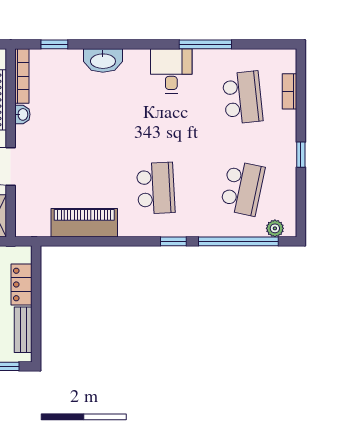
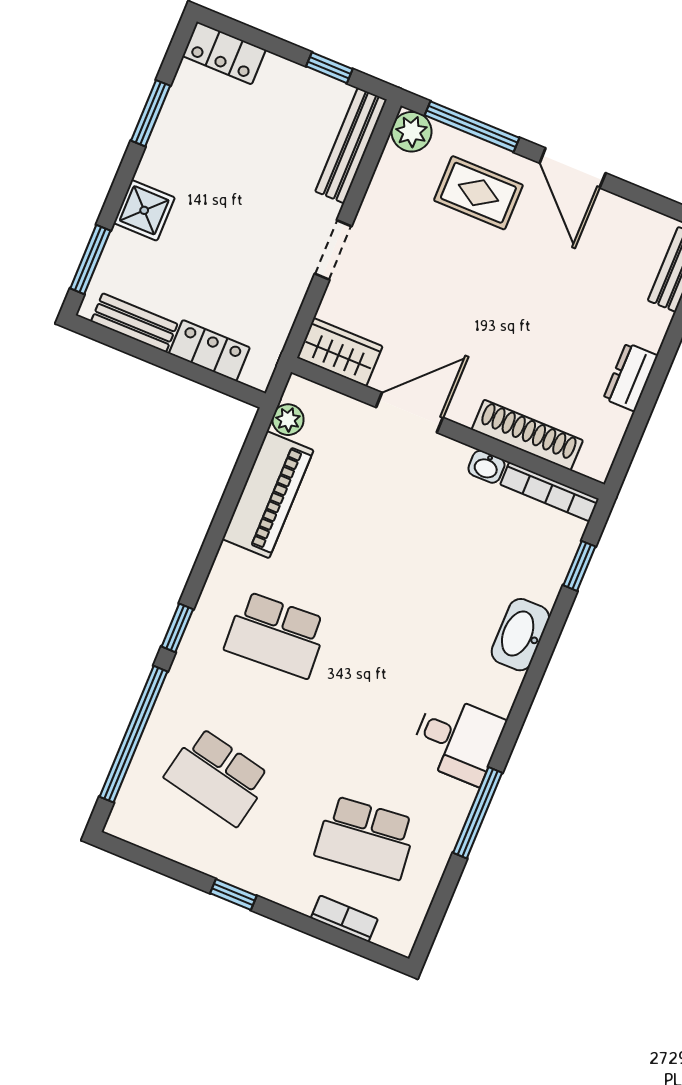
plant: (275, 228) -> (288, 420), moved

